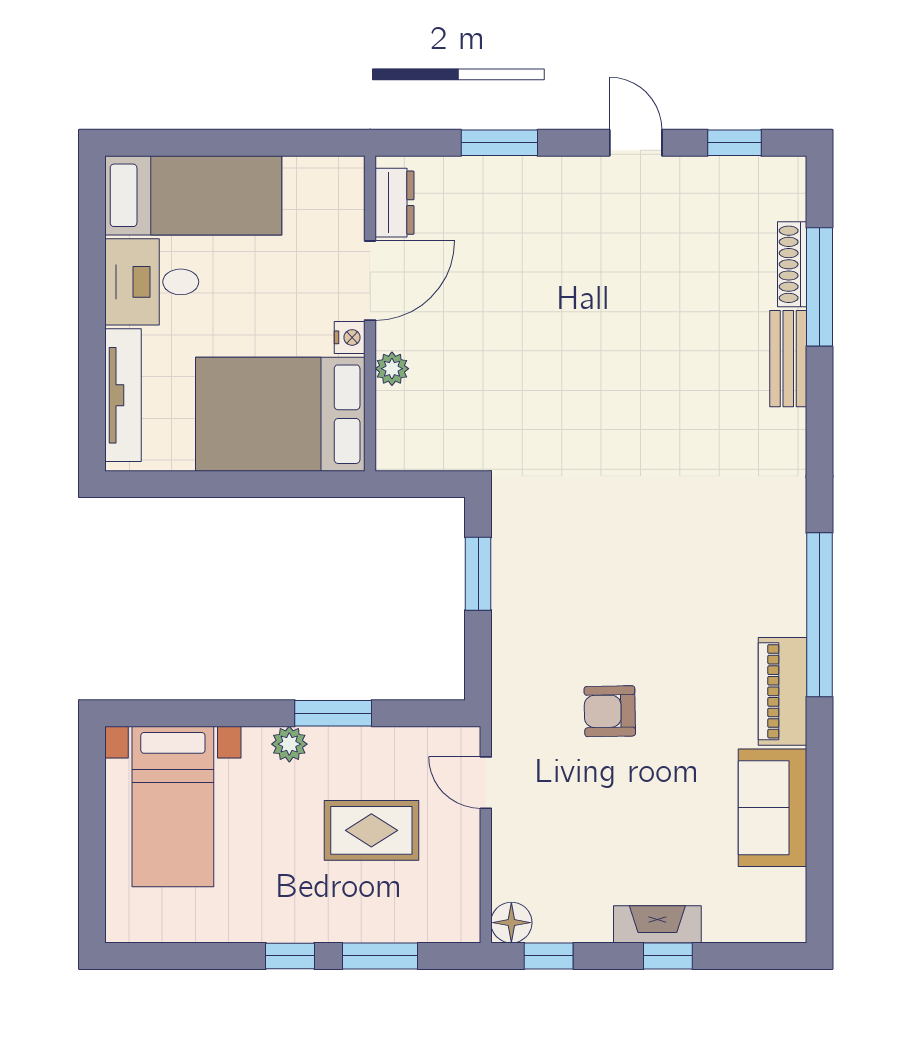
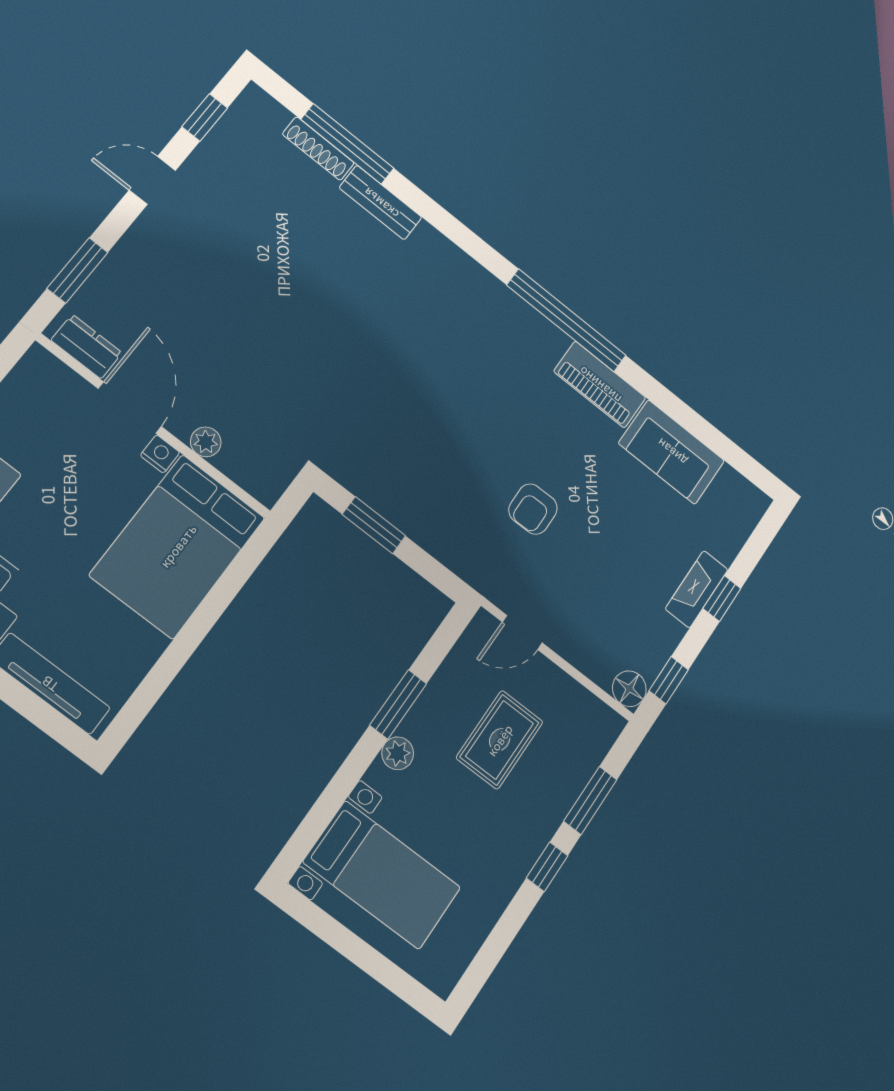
dresser: (395, 203) -> (87, 347), moved
door: (370, 281) -> (130, 408), moved
wall: (370, 313) -> (154, 426), moved
nightstand: (350, 337) -> (160, 454), moved
plant: (392, 369) -> (206, 442), moved
bed: (280, 414) -> (178, 546), moved

